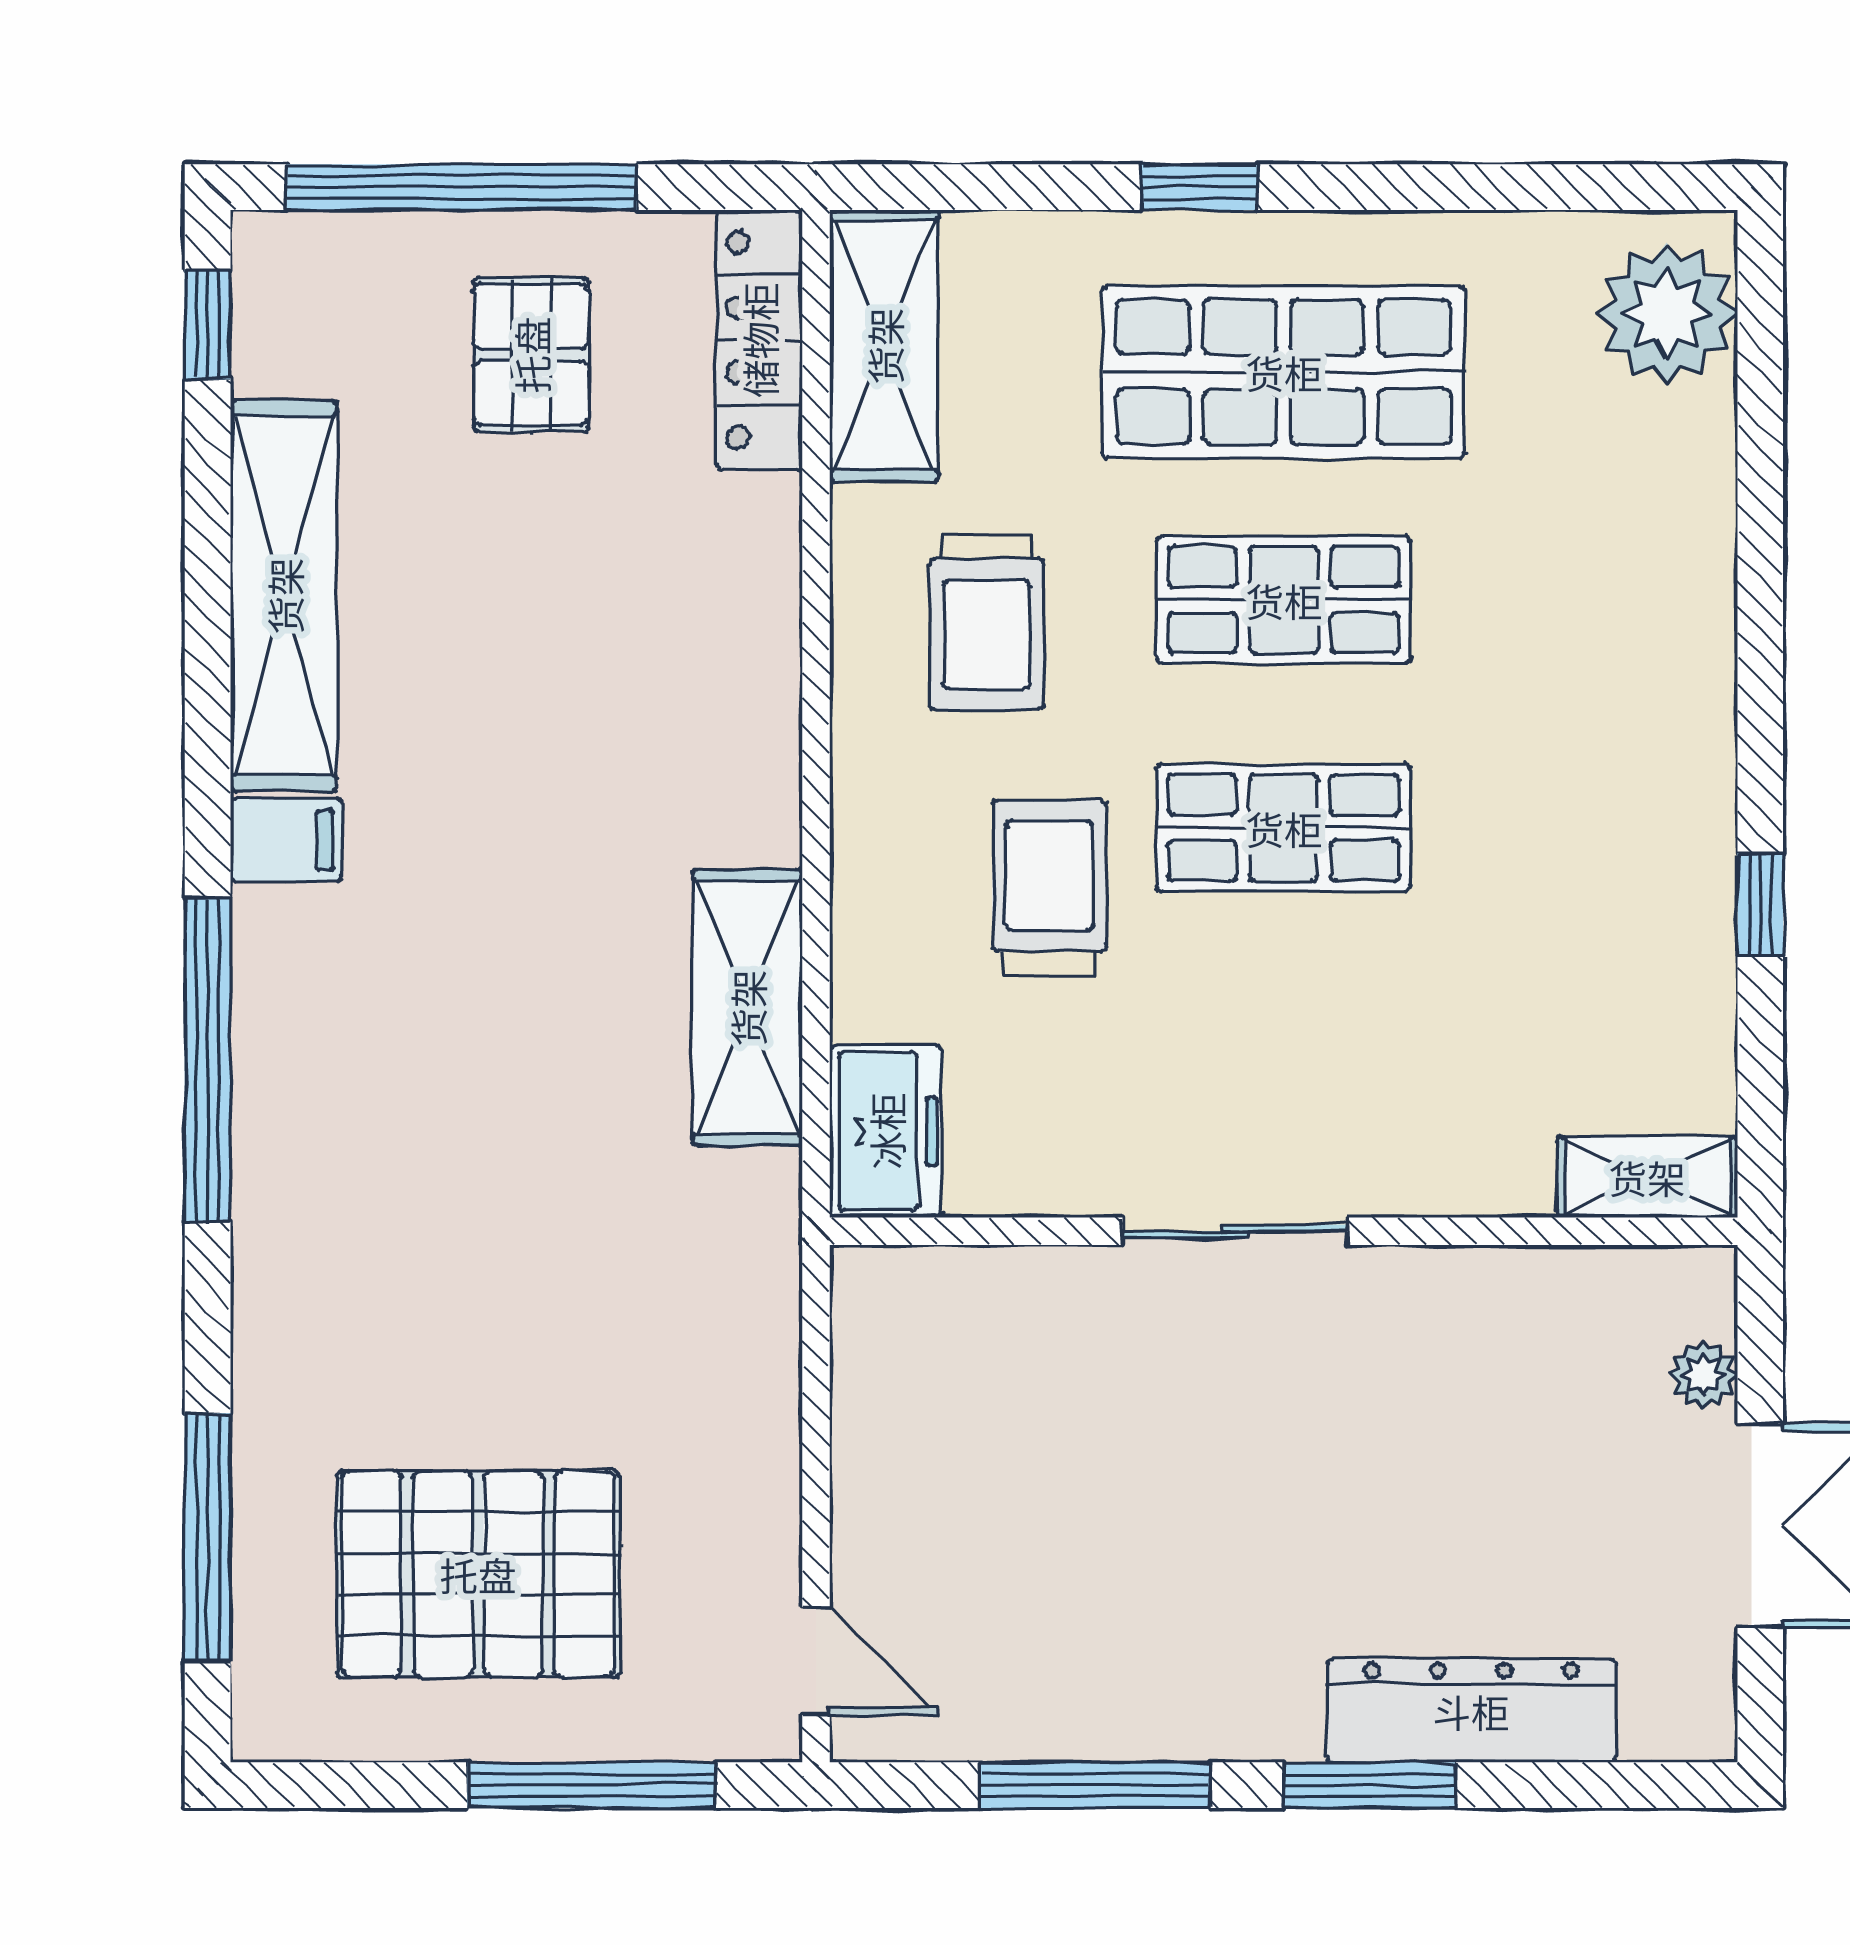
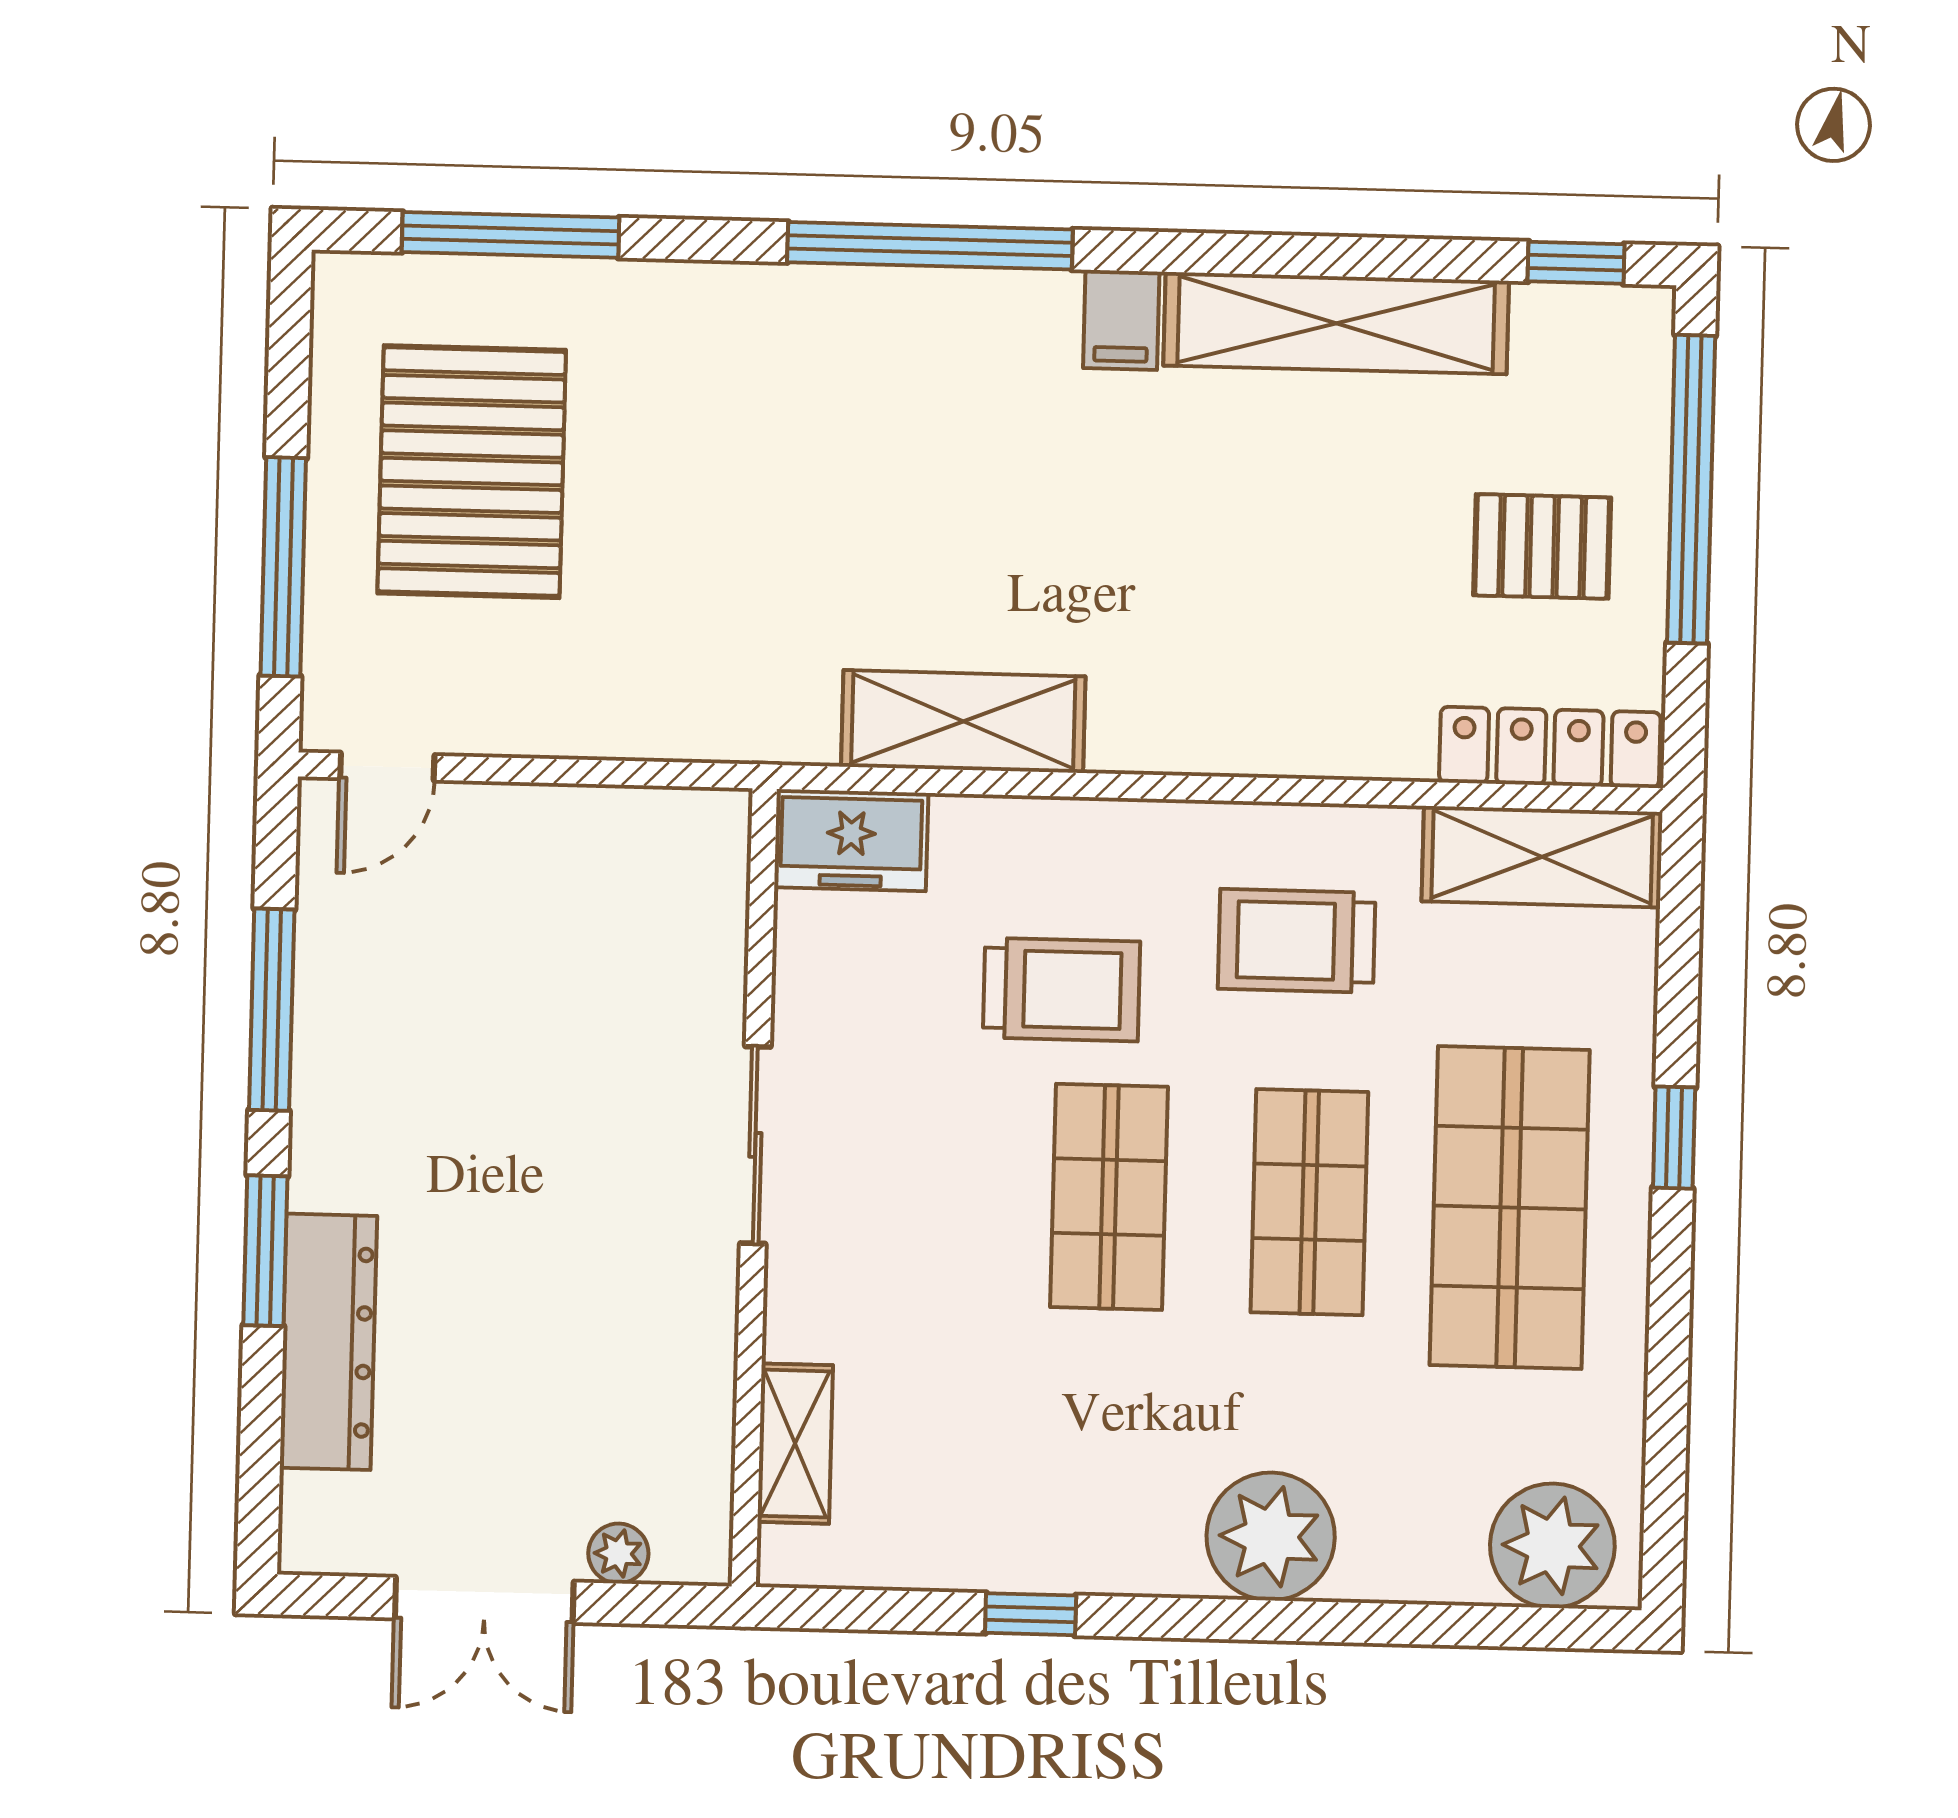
plant: (1665, 634) -> (1271, 1536), added
shelving: (1647, 1177) -> (795, 1444), moved

